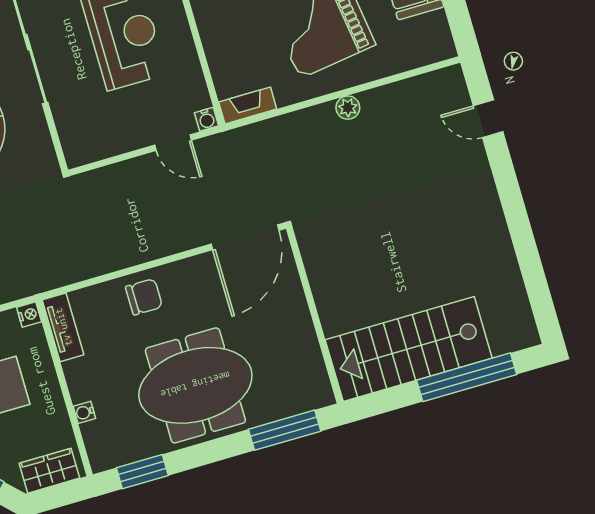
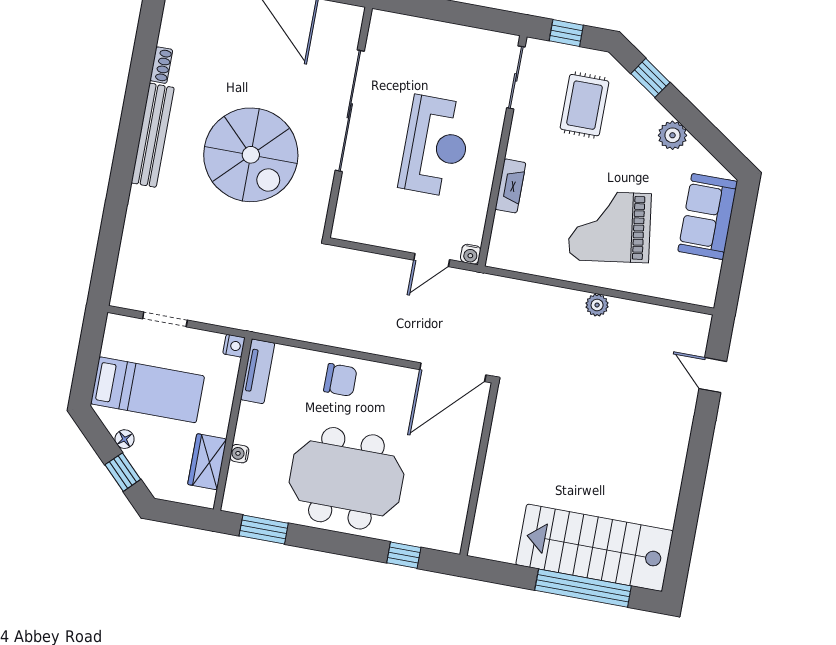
fireplace: (248, 106) -> (510, 186), moved, turned 90
door: (173, 143) -> (432, 260), hinge flipped
stairs: (409, 349) -> (595, 548), moved
window: (285, 430) -> (404, 555), width x0.46
wardrobe: (49, 471) -> (207, 462), moved, turned -90

